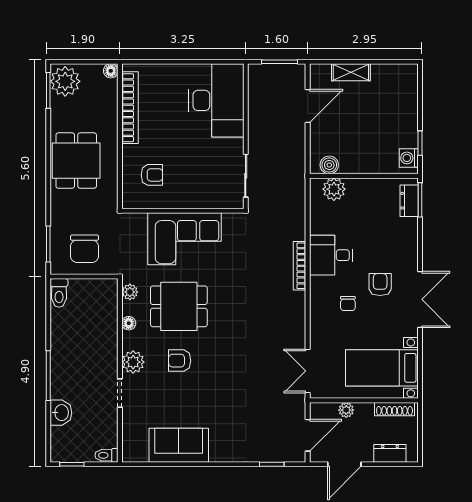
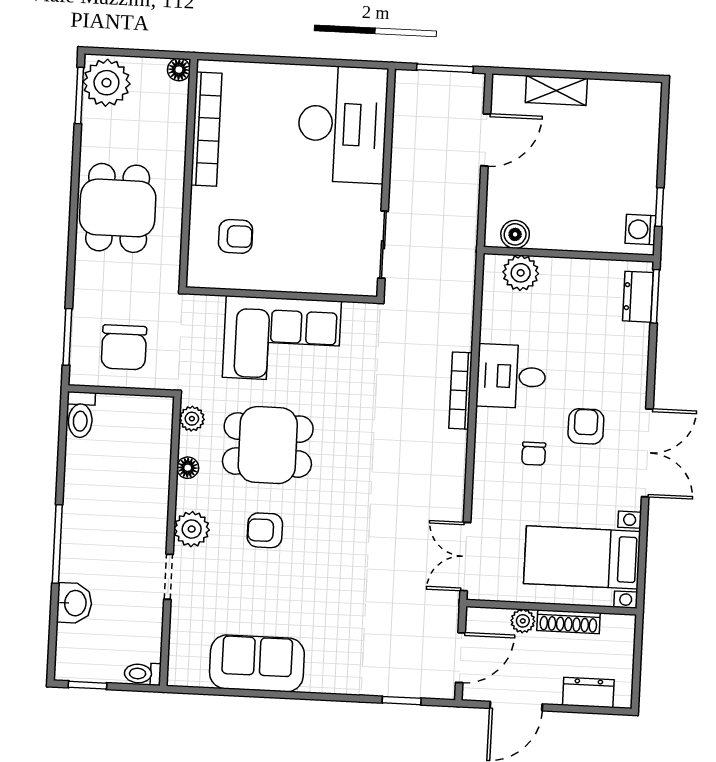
shoe rack: (395, 409) -> (568, 622), moved

